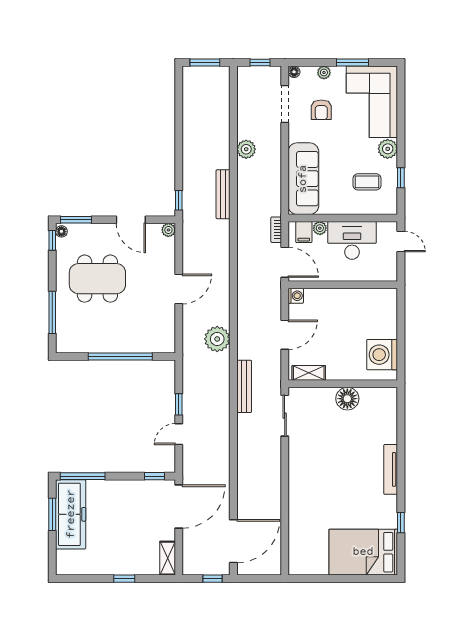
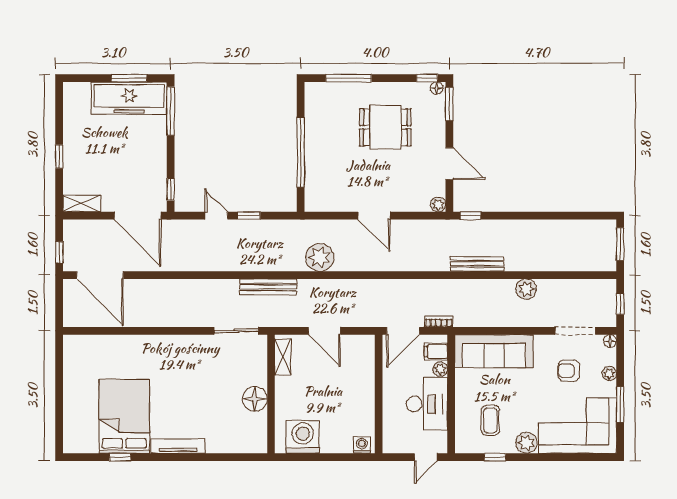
door: (131, 220) -> (449, 164), swing flipped
dining table: (97, 279) -> (385, 127), width x0.73
washing machine: (296, 296) -> (362, 445), moved, turned 180
bed: (363, 552) -> (124, 416), moved

